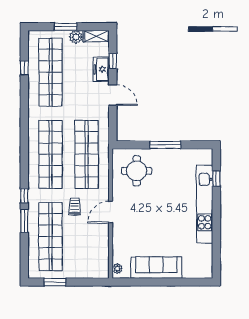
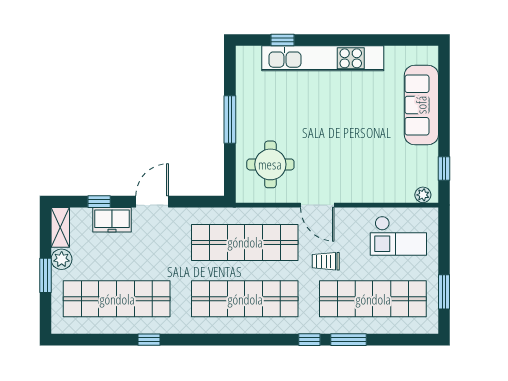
window: (24, 68) -> (149, 340), moved
door: (111, 212) -> (317, 205), moved
checkout: (91, 253) -> (398, 236), added
sofa: (156, 268) -> (421, 105), moved
window: (134, 282) -> (444, 168), added

